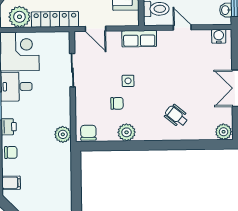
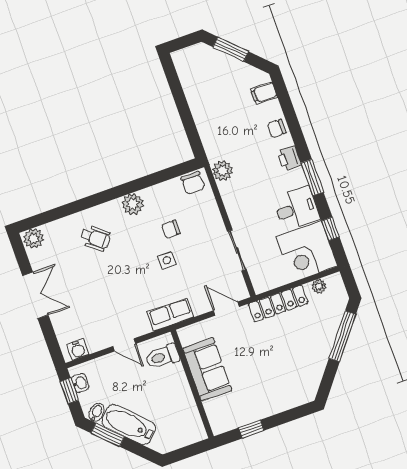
plant: (19, 17) -> (319, 286), width x0.53, depth x0.53
plant: (127, 132) -> (133, 204), moved

